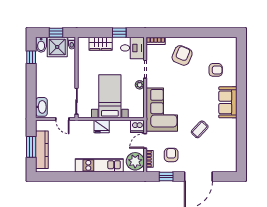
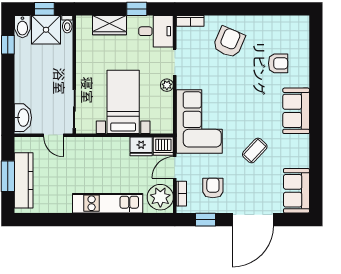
fridge: (102, 127) -> (141, 146), moved
sofa: (228, 157) -> (296, 191), added

